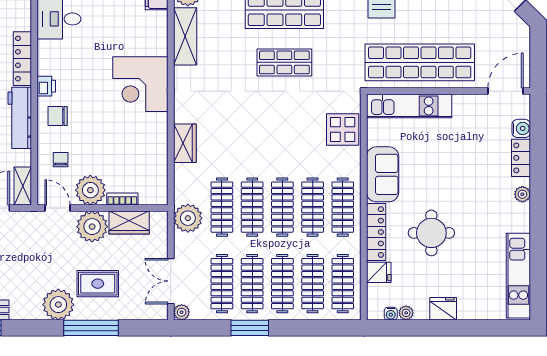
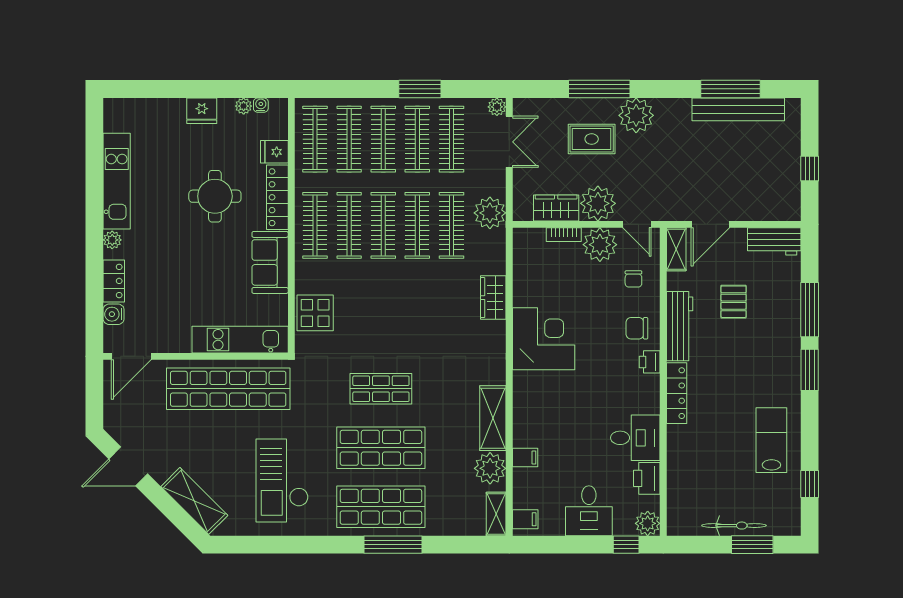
corner desk: (140, 84) -> (544, 339), moved
chair: (58, 116) -> (637, 328), turned 180
kitchen unit: (518, 276) -> (117, 181), moved

